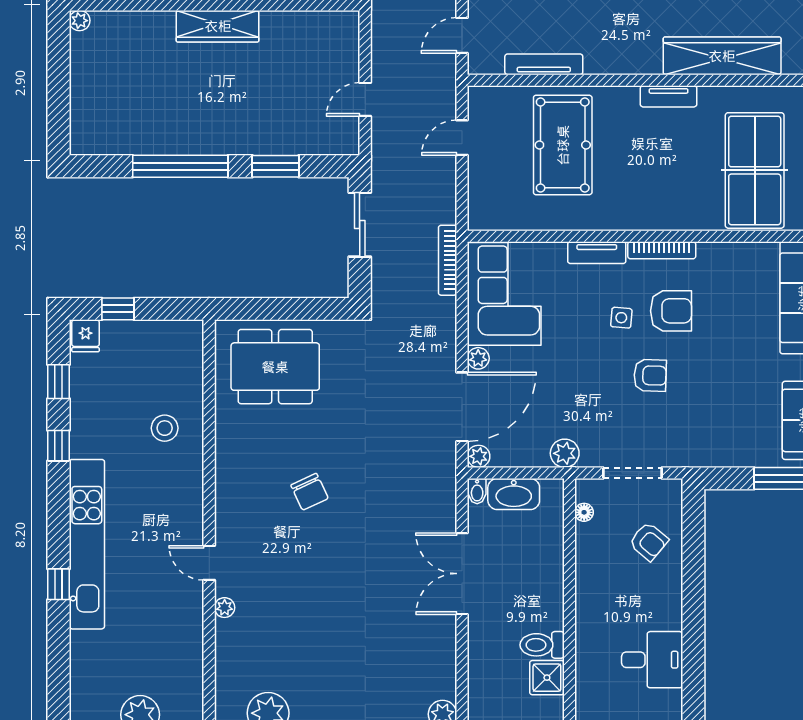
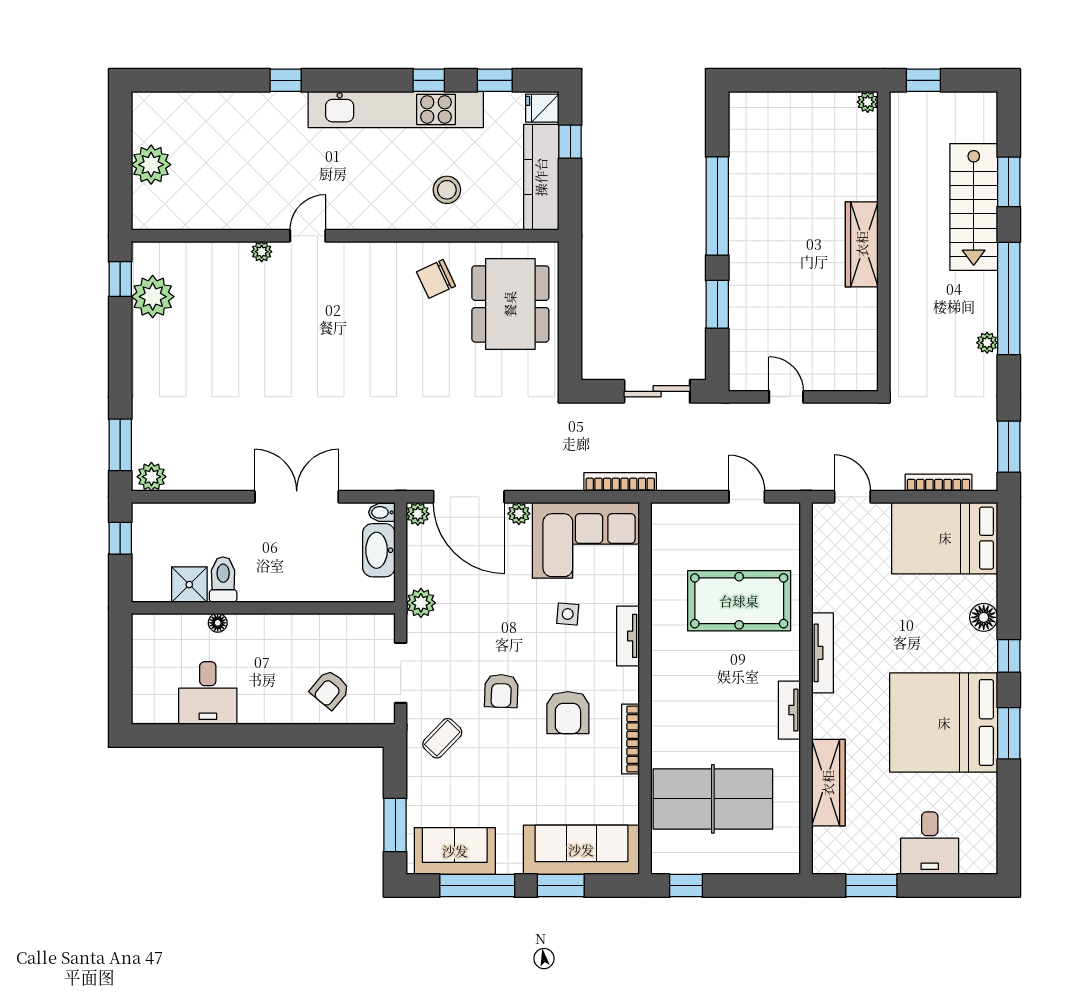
wardrobe: (722, 56) -> (828, 783), width x0.71, depth x0.85
tv unit: (544, 64) -> (822, 653), moved
bookcase: (662, 250) -> (630, 739), moved
side table: (621, 318) -> (568, 614), moved
kitchen counter: (152, 337) -> (541, 177), added
coffee table: (696, 433) -> (442, 738), added
chair: (310, 492) -> (436, 279), moved
floor lamp: (584, 512) -> (218, 623), moved
kitchen unit: (87, 544) -> (396, 109), moved

